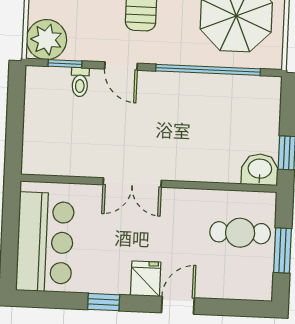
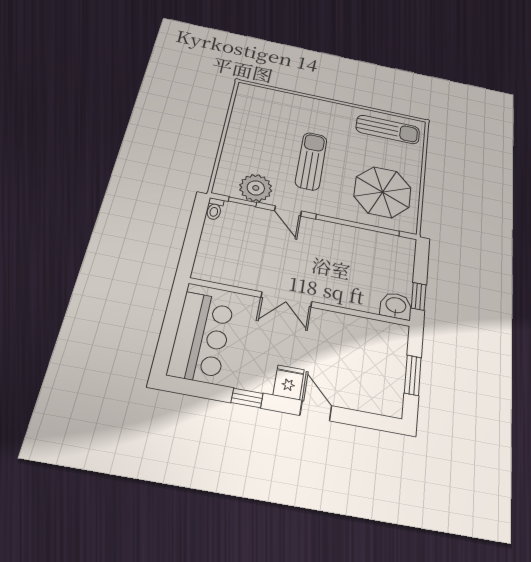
plant: (47, 40) -> (256, 188), moved
toilet: (80, 82) -> (214, 209), moved
cafe table: (240, 233) -> (376, 355), removed
door: (178, 305) -> (316, 411), hinge flipped

